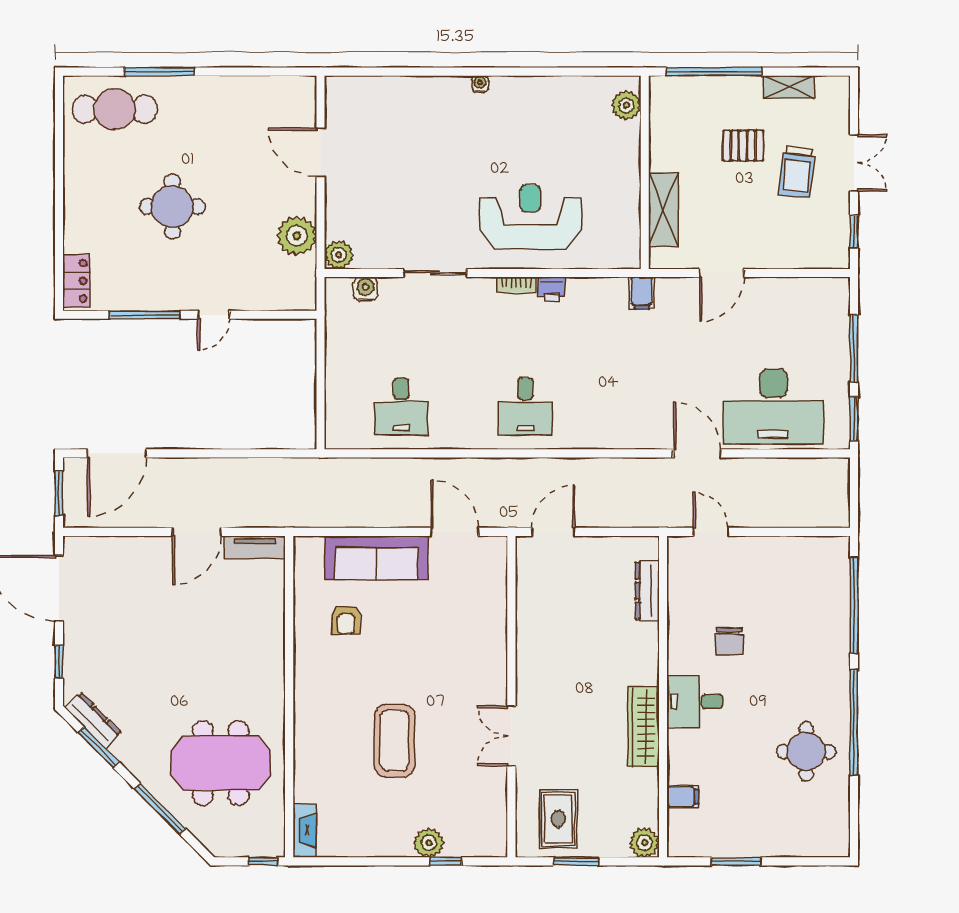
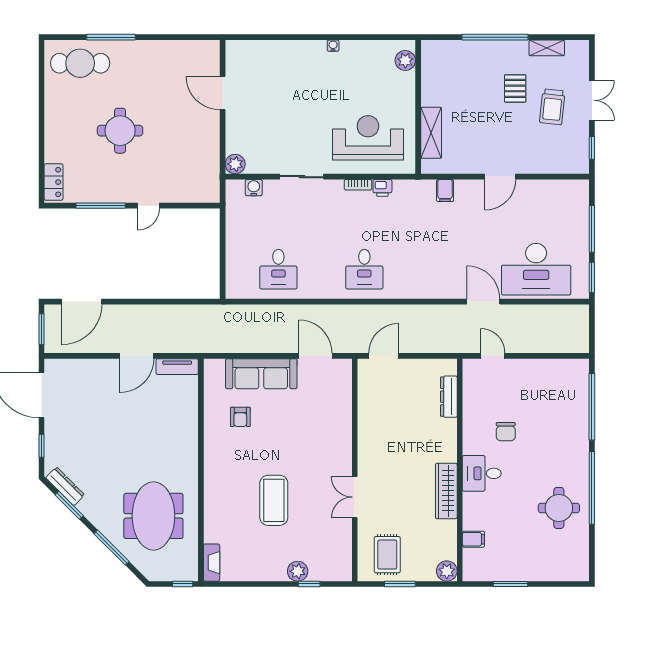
plant: (626, 105) -> (405, 60), moved
pallet: (743, 146) -> (515, 88), turned 90
wall: (645, 172) -> (418, 107), moved
shelving: (663, 210) -> (431, 133), moved
plant: (297, 236) -> (206, 151), removed
meeting table: (221, 763) -> (153, 516), turned 90

